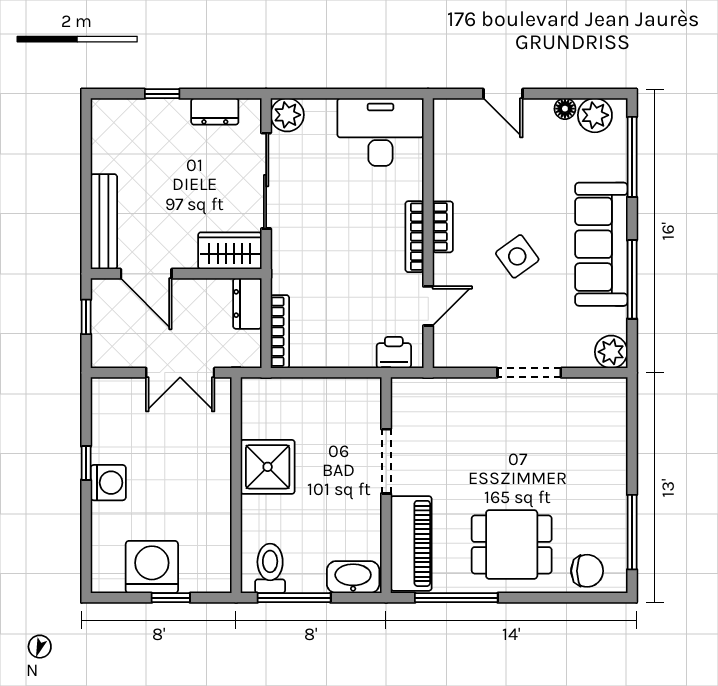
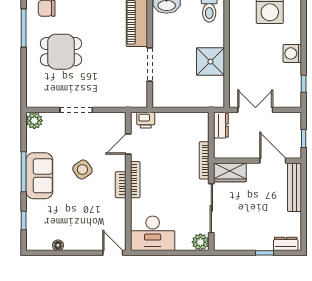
door: (503, 94) -> (113, 253), moved
dresser: (215, 111) -> (286, 244), moved
plant: (595, 115) -> (43, 242), removed
window: (632, 157) -> (24, 220), width x0.46
sofa: (601, 244) -> (39, 176), width x0.73
window: (632, 279) -> (24, 172), moved
dresser: (247, 304) -> (221, 125), moved
bookcase: (280, 332) -> (204, 160), moved
window: (86, 463) -> (304, 84), moved
dining table: (512, 544) -> (61, 52), moved

